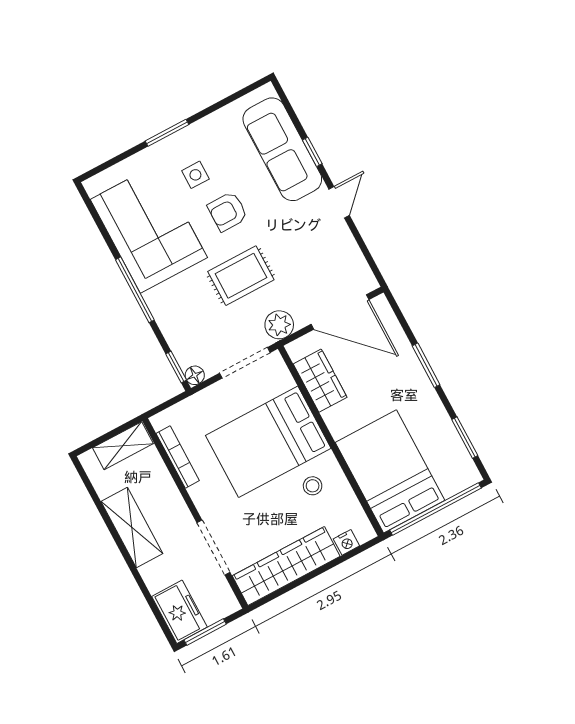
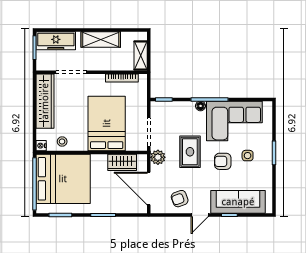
door: (339, 202) -> (200, 215), hinge flipped
armchair: (228, 212) -> (223, 161), turned -90
armchair: (329, 251) -> (180, 199), added
door: (340, 312) -> (149, 188), hinge flipped
floor lamp: (195, 375) -> (201, 106), moved
bed: (390, 471) -> (63, 179), width x1.36
stool: (313, 486) -> (62, 142), moved
nightstand: (346, 542) -> (41, 146), moved
freezer: (179, 612) -> (56, 41), width x1.40

